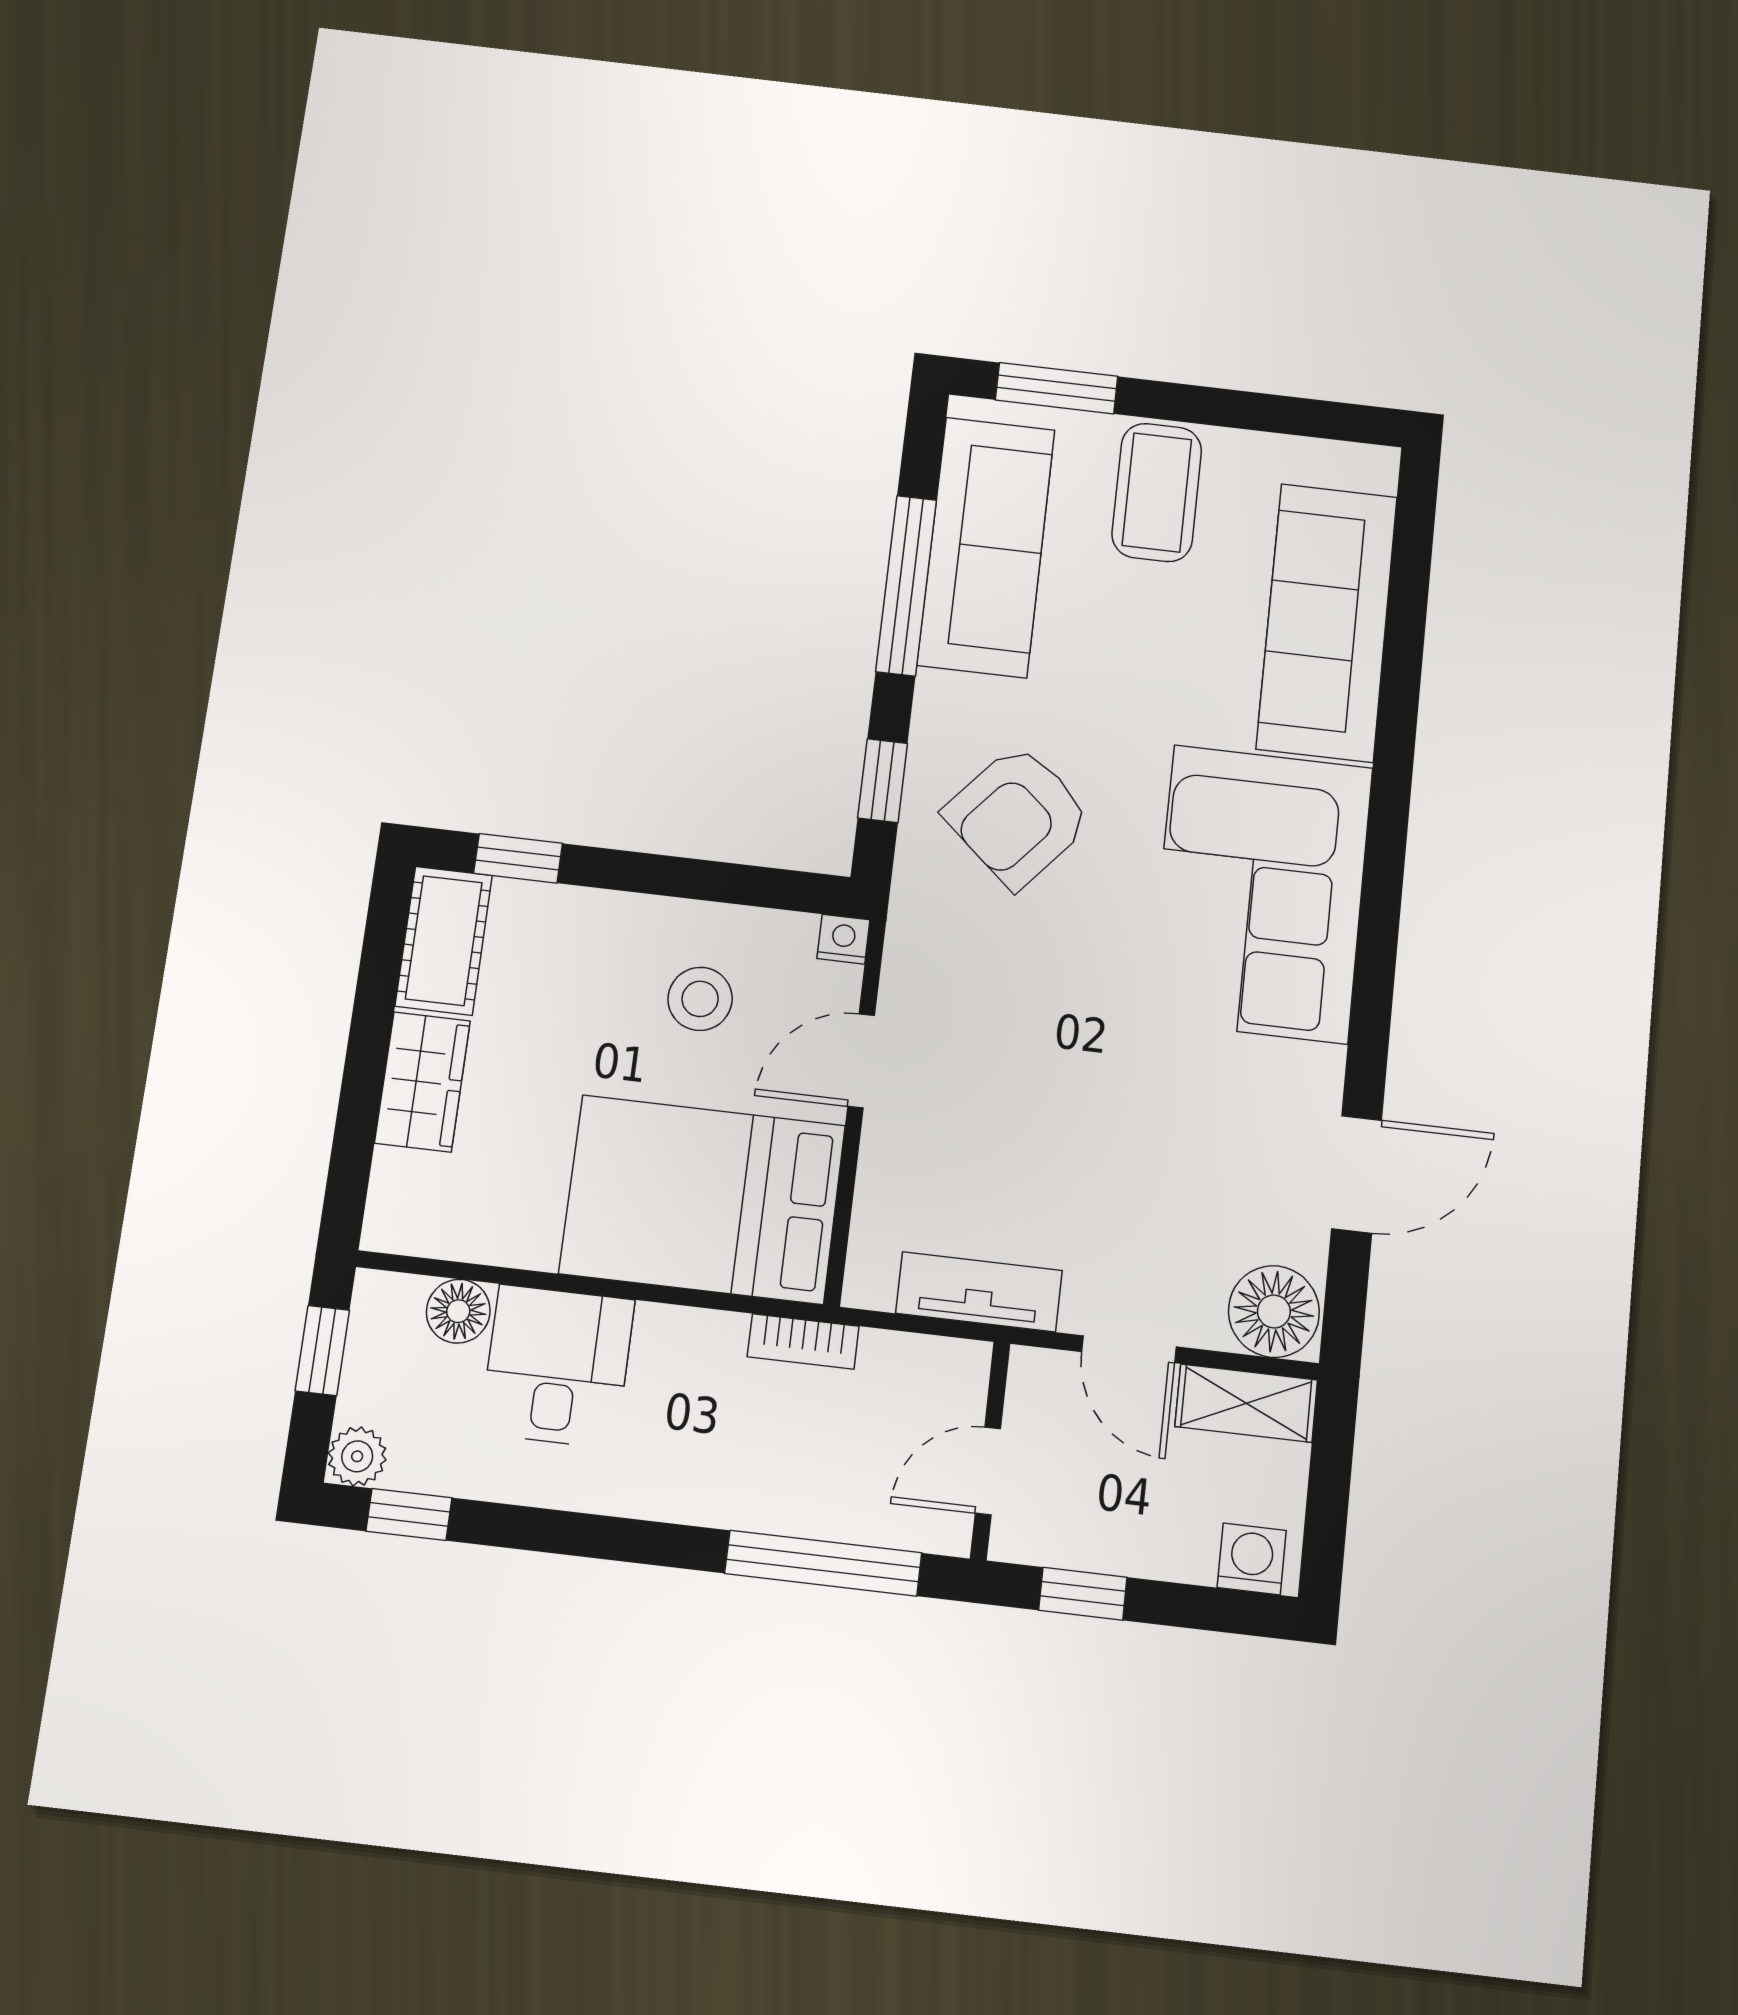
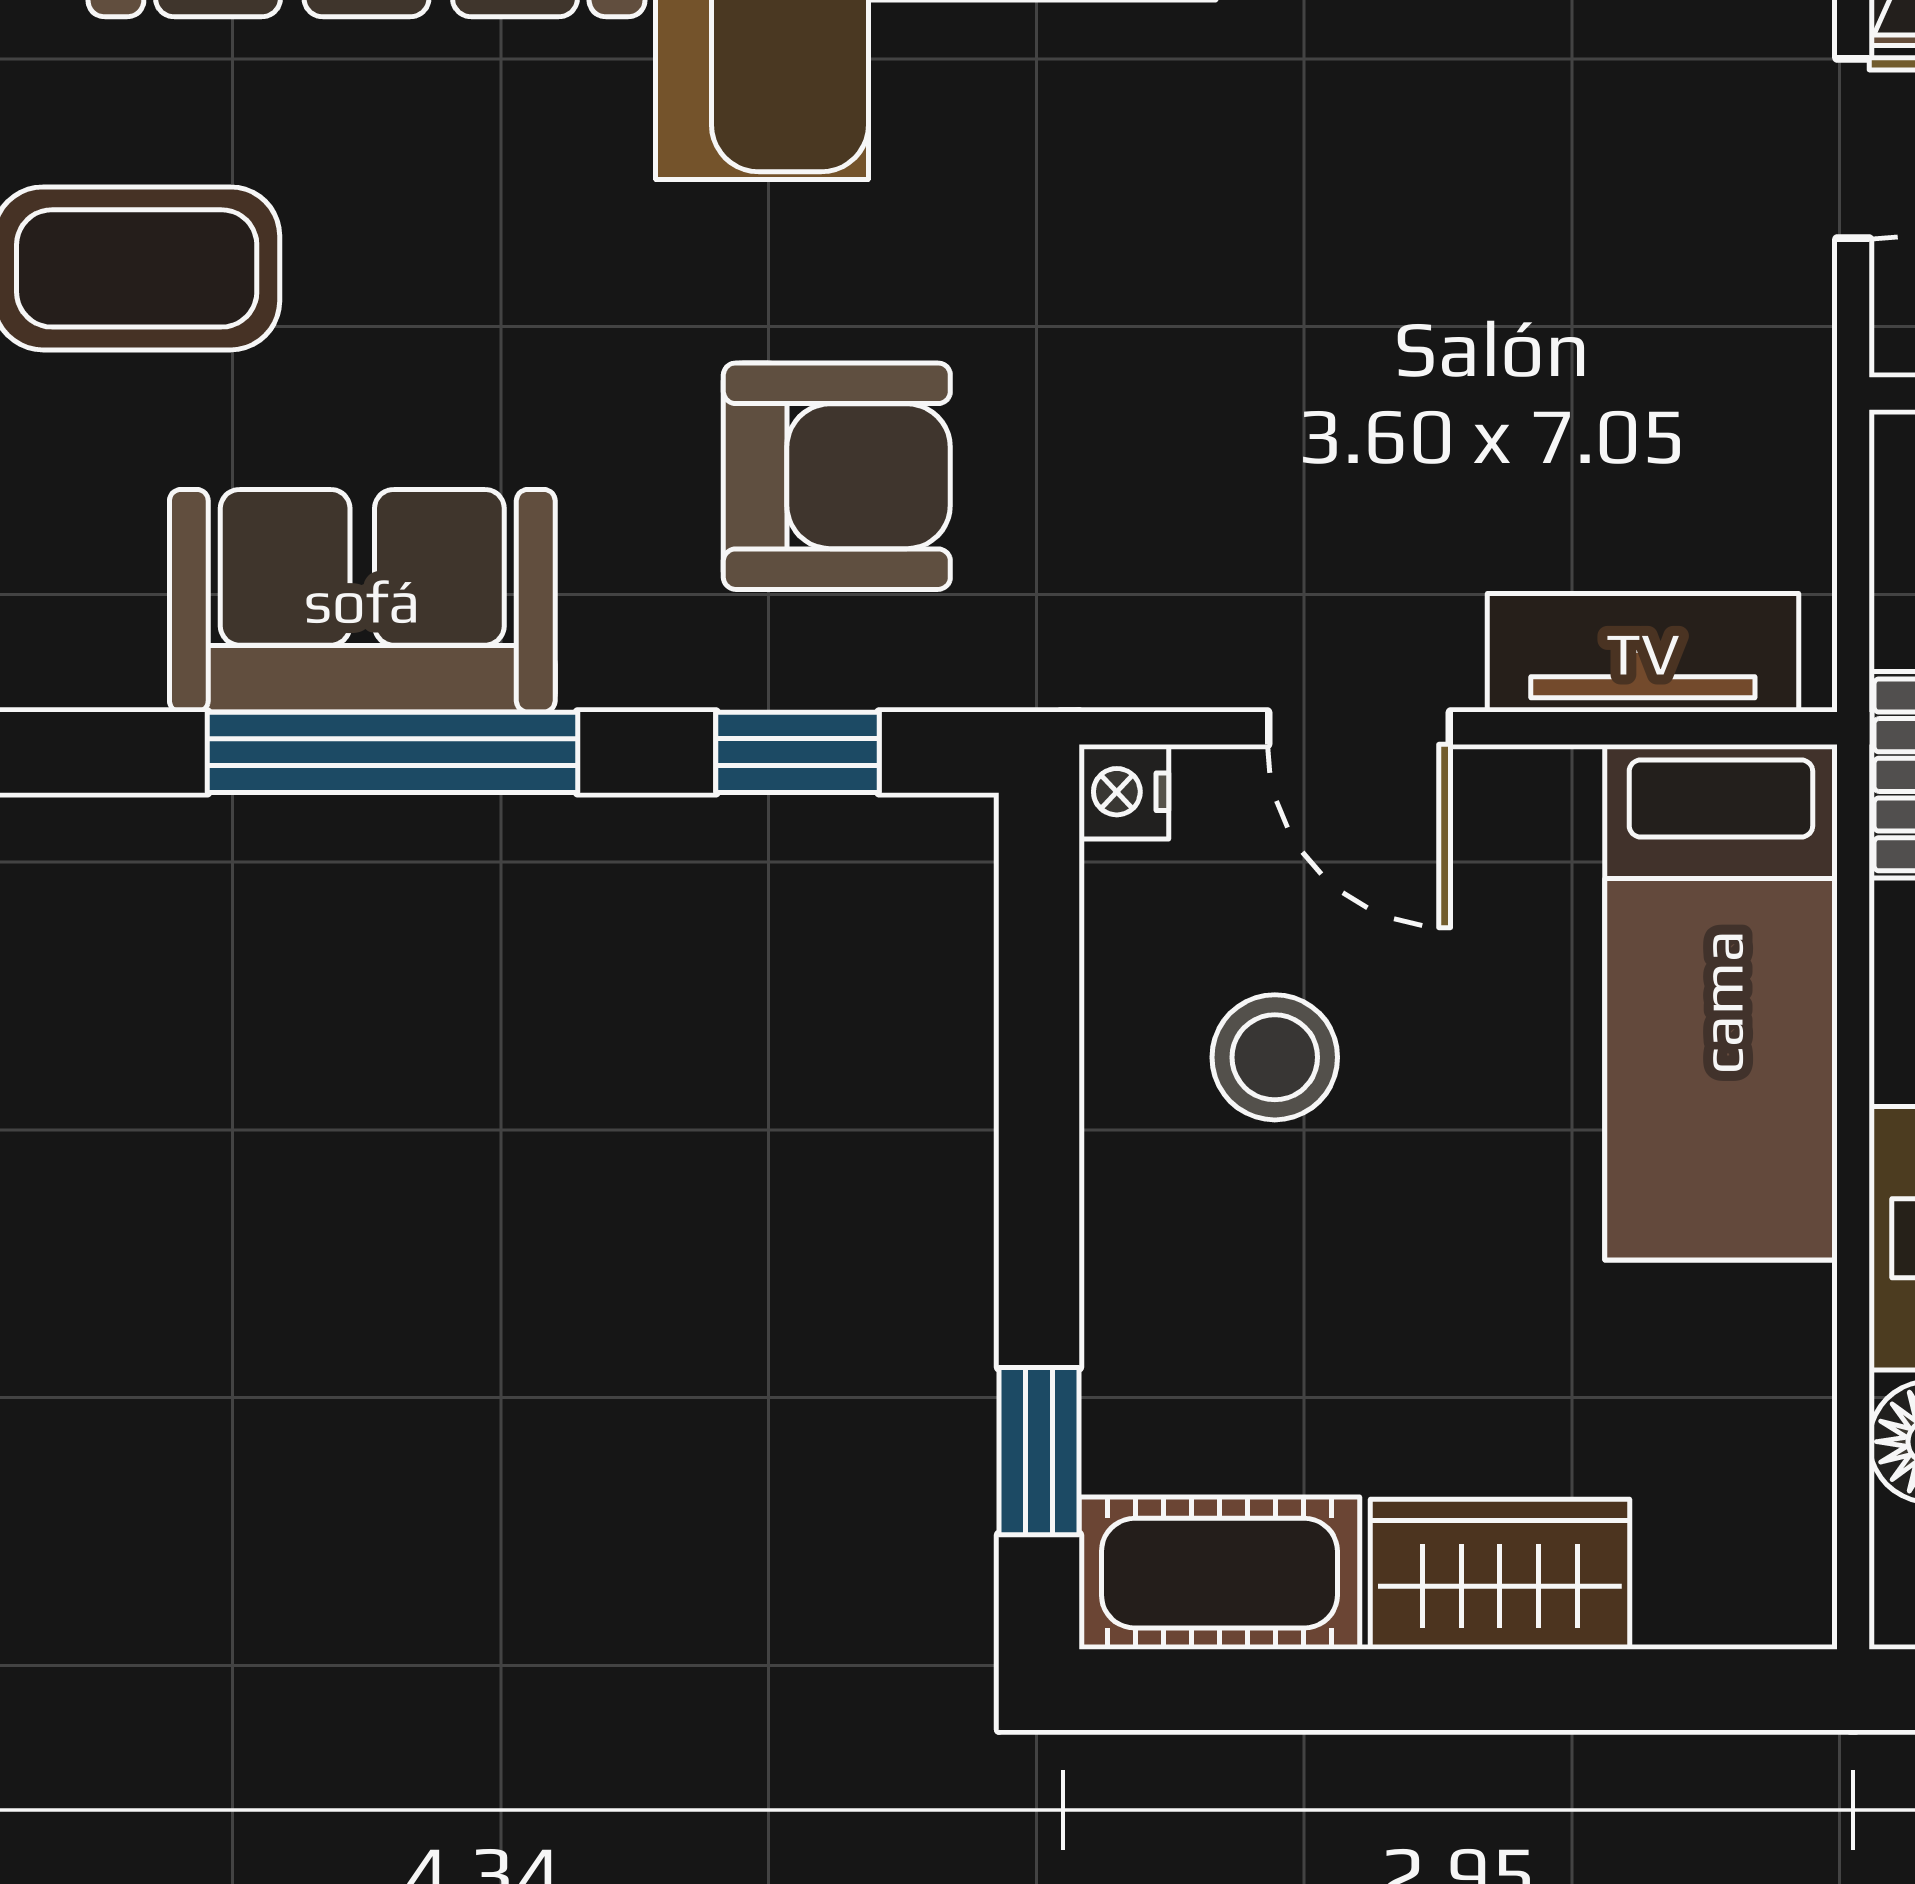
sofa: (986, 547) -> (362, 601), width x0.73
armchair: (1018, 816) -> (837, 476), turned -41
bed: (703, 1199) -> (1721, 1002), width x0.67
tv unit: (979, 1292) -> (1643, 653), moved, turned 90

